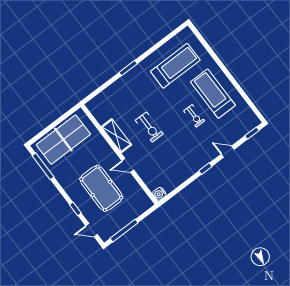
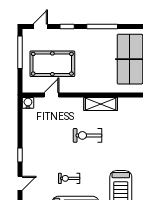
door: (128, 165) -> (51, 95), moved
window: (43, 166) -> (102, 26), moved
pool table: (101, 188) -> (52, 64), moved

